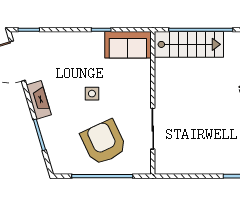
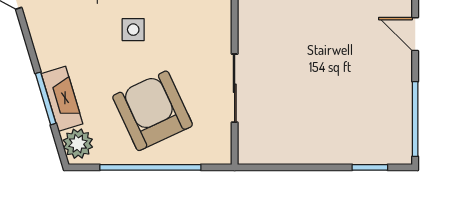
fireplace: (39, 100) -> (62, 99), moved
plant: (59, 162) -> (78, 144), added

